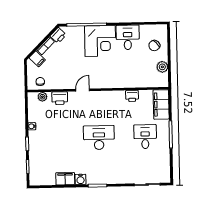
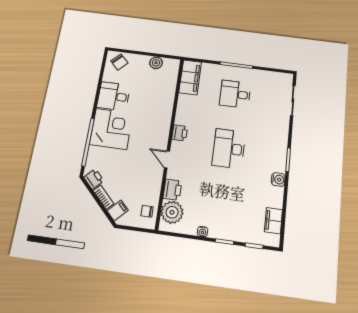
chair: (154, 46) -> (119, 62), moved
printer: (132, 96) -> (180, 133), moved
plant: (42, 97) -> (172, 212), width x1.87, depth x1.87
filing cabinet: (161, 104) -> (190, 77), moved, turned -90
filing cabinet: (65, 179) -> (273, 221), moved

